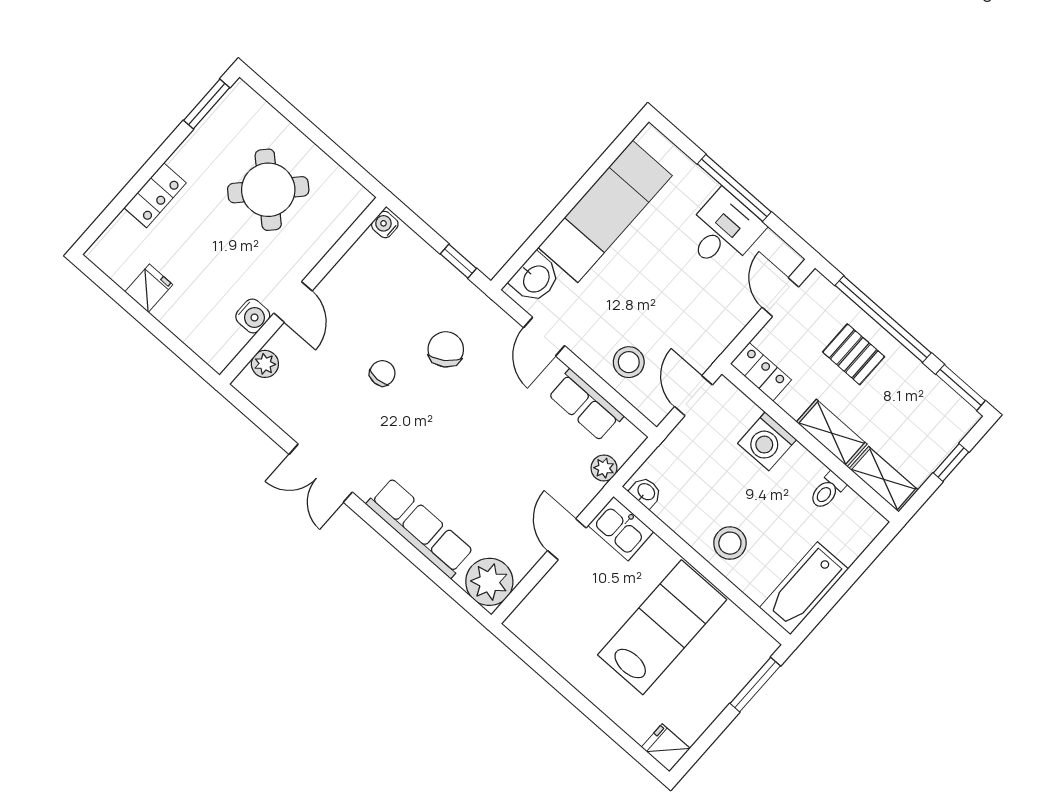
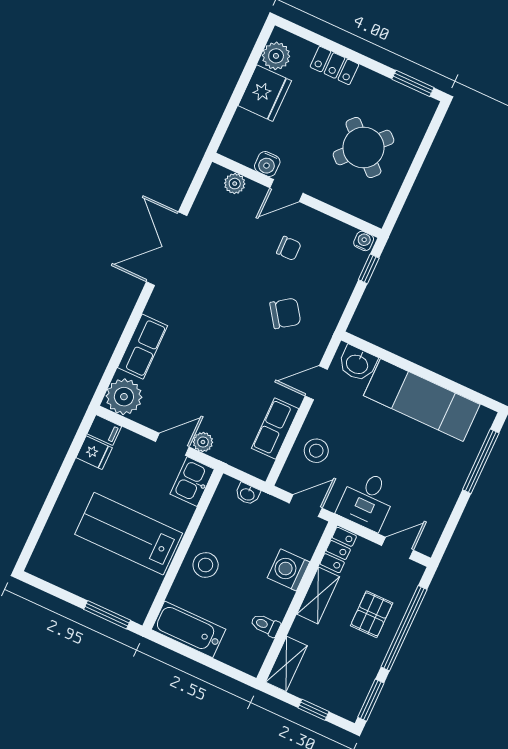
window: (734, 188) -> (481, 461), moved
desk: (723, 231) -> (367, 500), moved, turned 90
window: (458, 261) -> (369, 269), moved
plant: (121, 265) -> (276, 56), added
fridge: (149, 288) -> (265, 93), width x1.88, depth x1.34
chair: (382, 373) -> (289, 248), moved
shelving: (832, 433) -> (318, 595), moved
plant: (604, 468) -> (203, 442), moved
double door: (321, 473) -> (167, 249), width x1.37
washbasin: (646, 492) -> (247, 494), moved, turned 90
row of seats: (420, 528) -> (143, 347), width x0.68
filing cabinet: (524, 619) -> (104, 430), added
lab bench: (662, 627) -> (129, 534), turned 180
fridge: (666, 748) -> (94, 453), moved, turned 90

